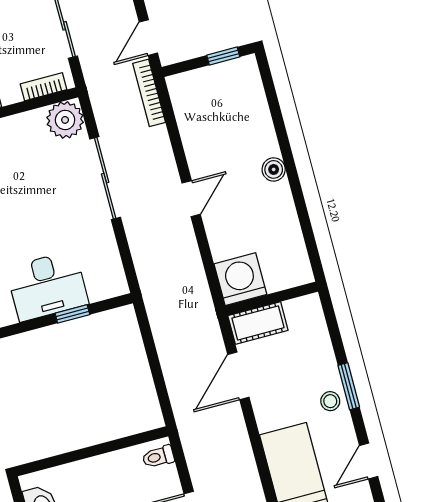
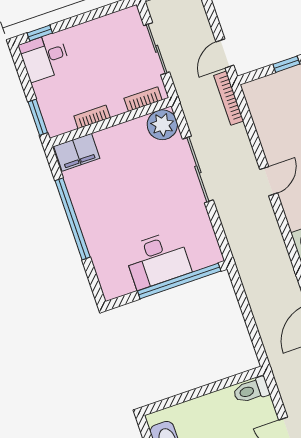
window: (72, 314) -> (179, 281), width x3.17
toilet: (158, 457) -> (251, 390), width x1.37, depth x1.39

